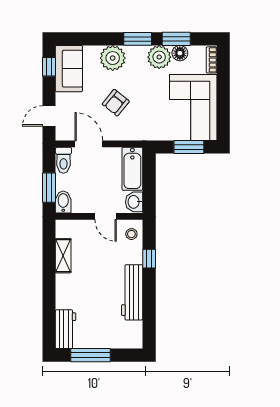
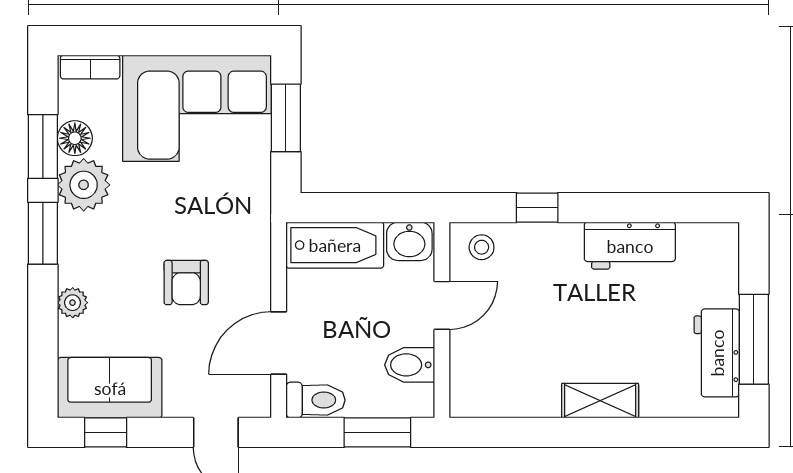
plant: (113, 58) -> (73, 303), width x0.53, depth x0.53
armchair: (116, 103) -> (186, 283), turned 51
bidet: (63, 202) -> (410, 365), moved
shelving: (63, 256) -> (600, 401), moved
workbench: (132, 292) -> (630, 246), width x0.73
workbench: (66, 329) -> (717, 353), moved, turned -90

